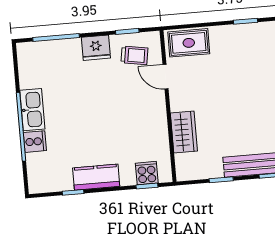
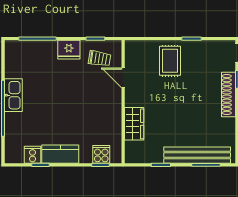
rug: (189, 43) -> (170, 61), moved, turned 90
cooker: (35, 142) -> (32, 155), moved, turned -90

